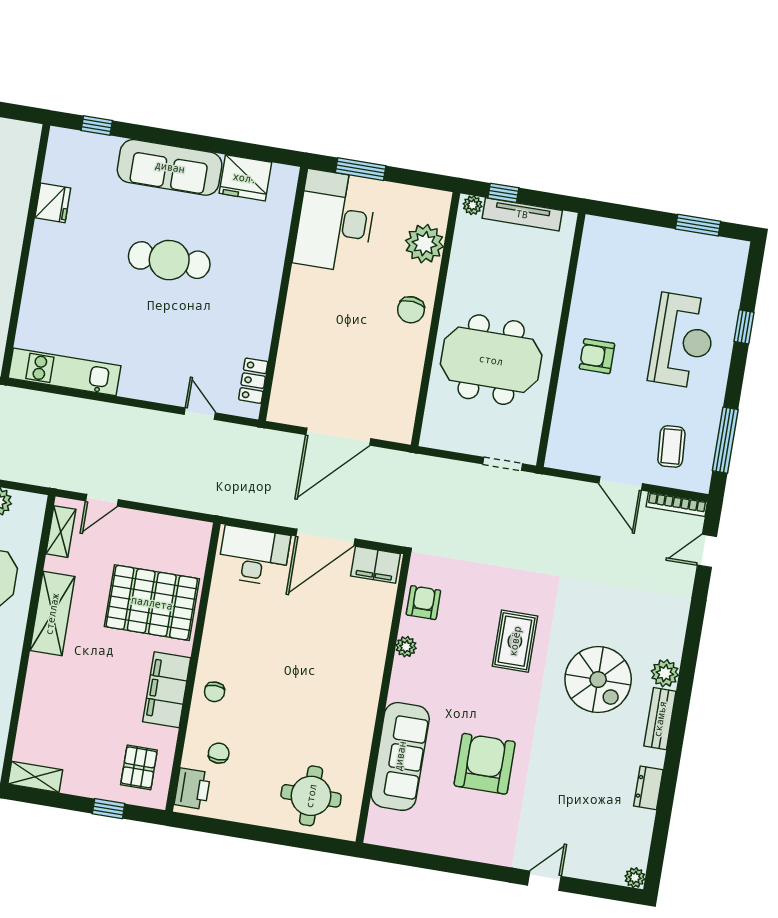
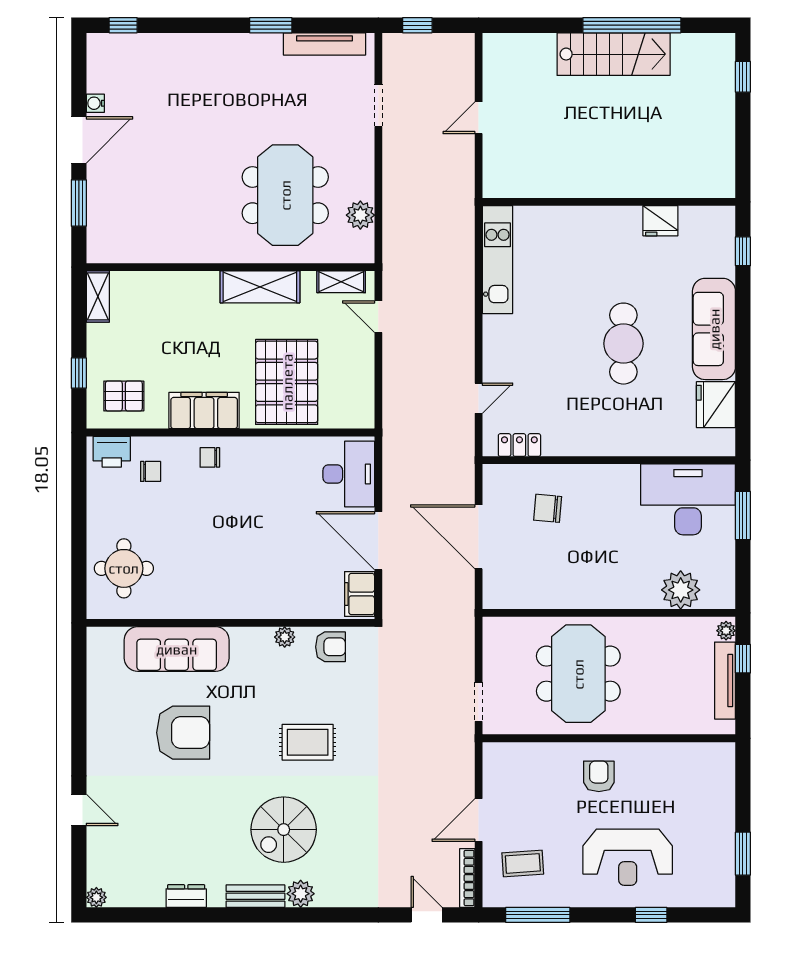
chair: (411, 310) -> (548, 508), moved

